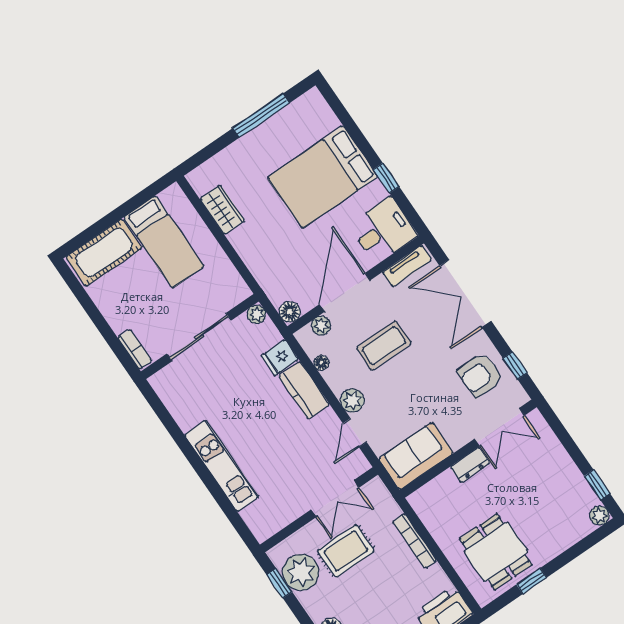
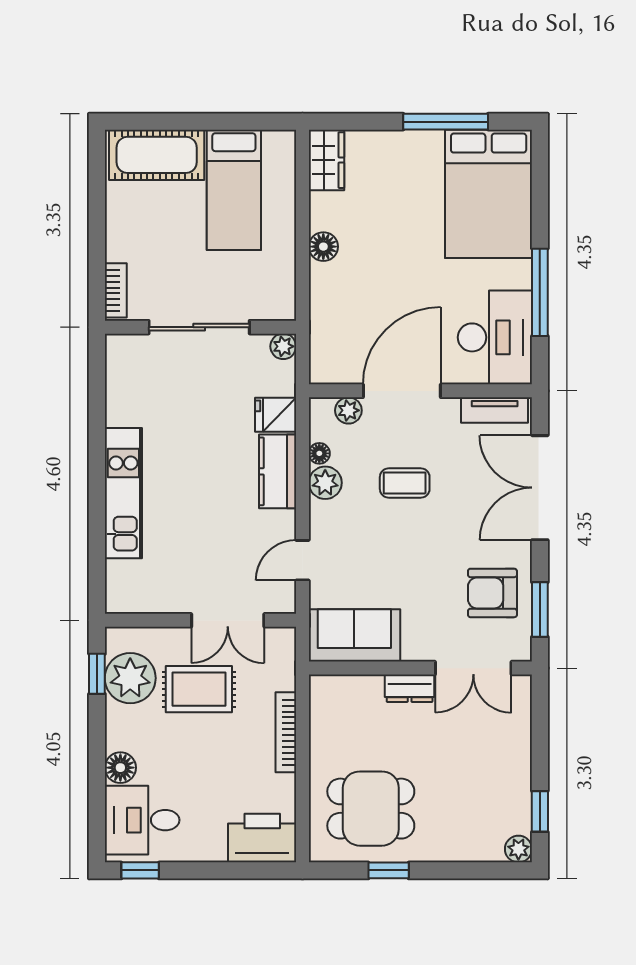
bed: (323, 177) -> (489, 194), moved, turned -90
window: (386, 178) -> (540, 292), width x2.17
wardrobe: (222, 210) -> (327, 160), moved
desk: (383, 231) -> (495, 337), width x1.37
floor lamp: (290, 312) -> (323, 247), moved
coffee table: (384, 346) -> (405, 483), width x0.73, depth x0.77
window: (515, 365) -> (540, 610), width x1.50
plant: (352, 401) -> (325, 483), moved
dining table: (496, 552) -> (371, 809), turned 90

